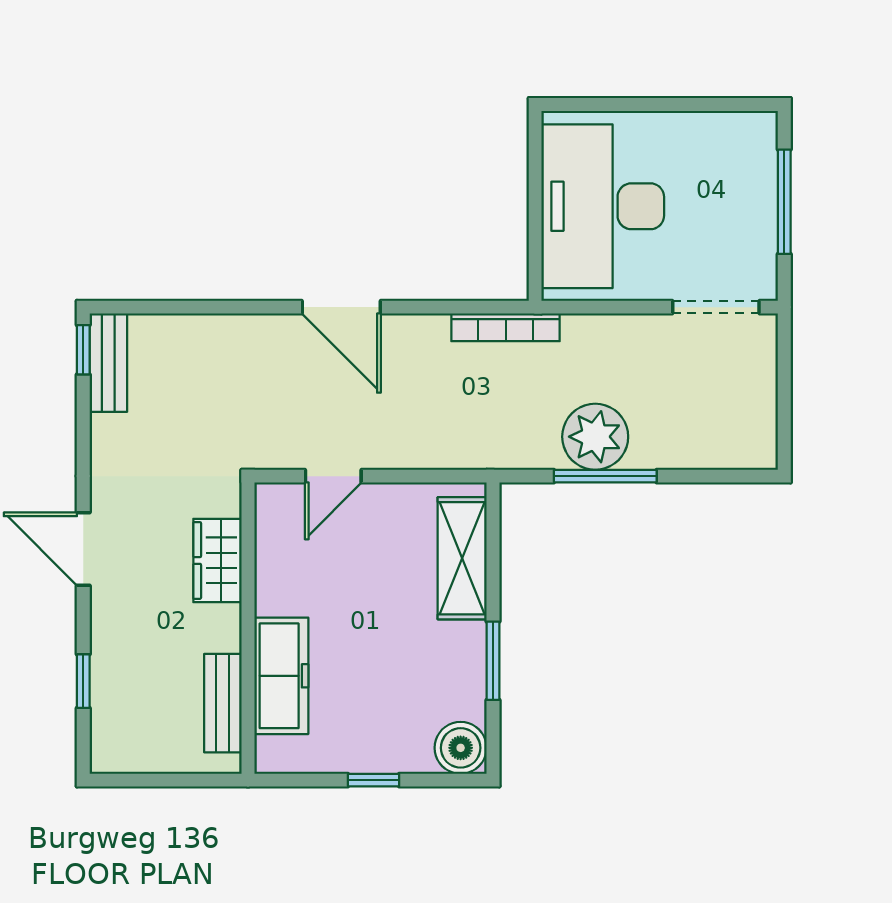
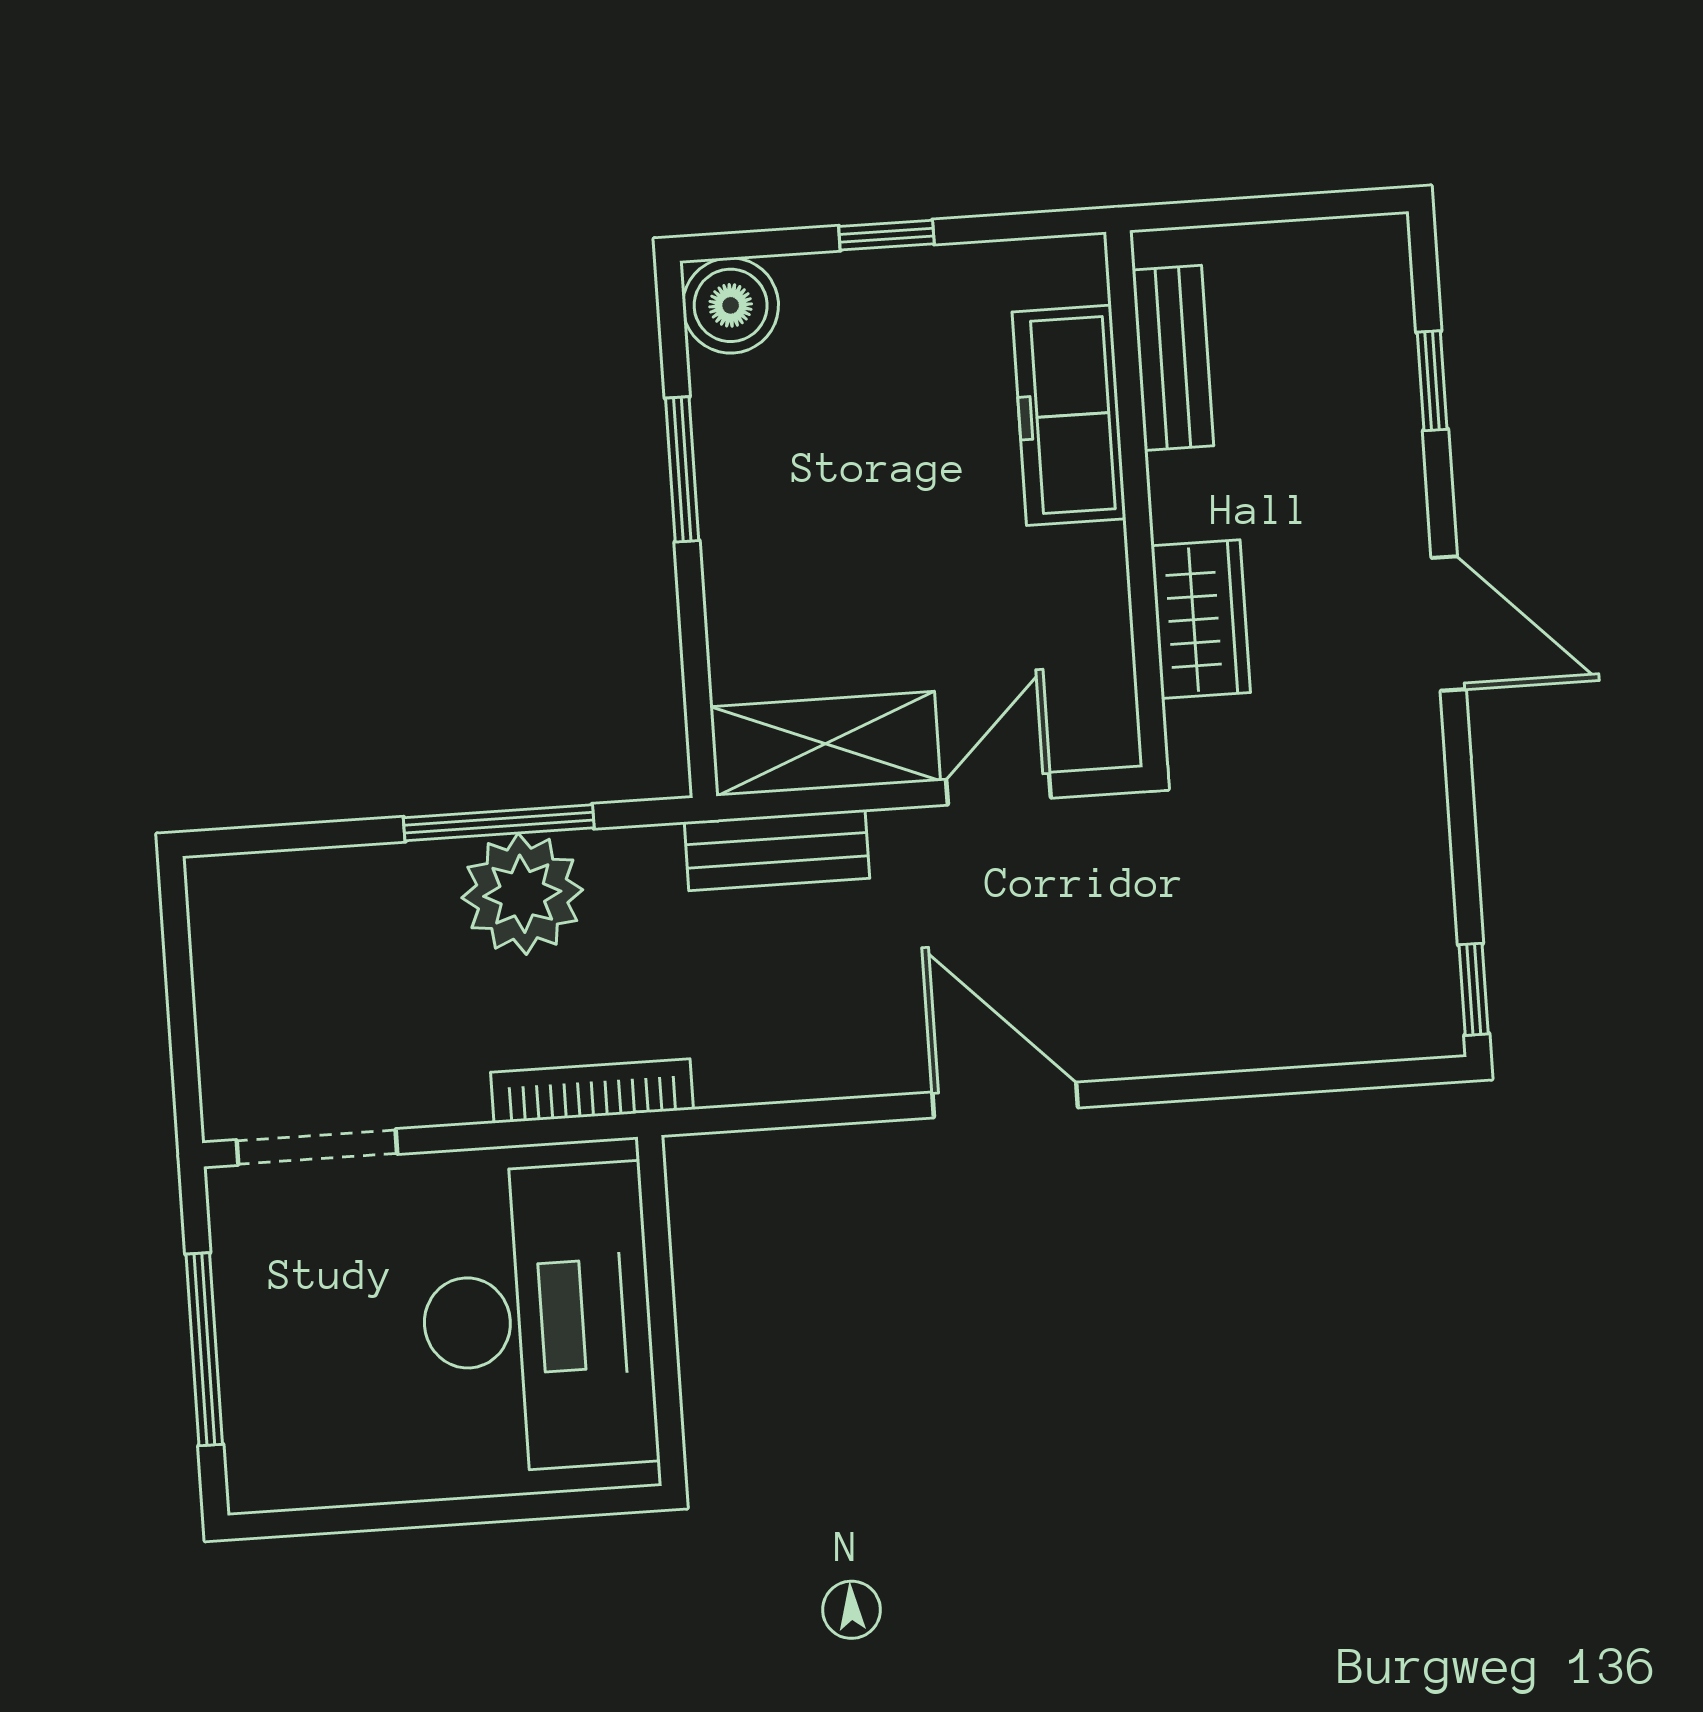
bookcase: (506, 327) -> (592, 1091), moved
bench: (108, 363) -> (777, 850), moved, turned 90
shelving: (462, 558) -> (825, 744), moved, turned 90

